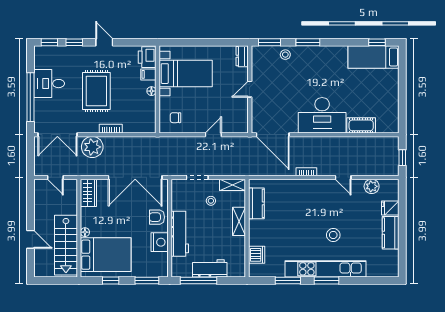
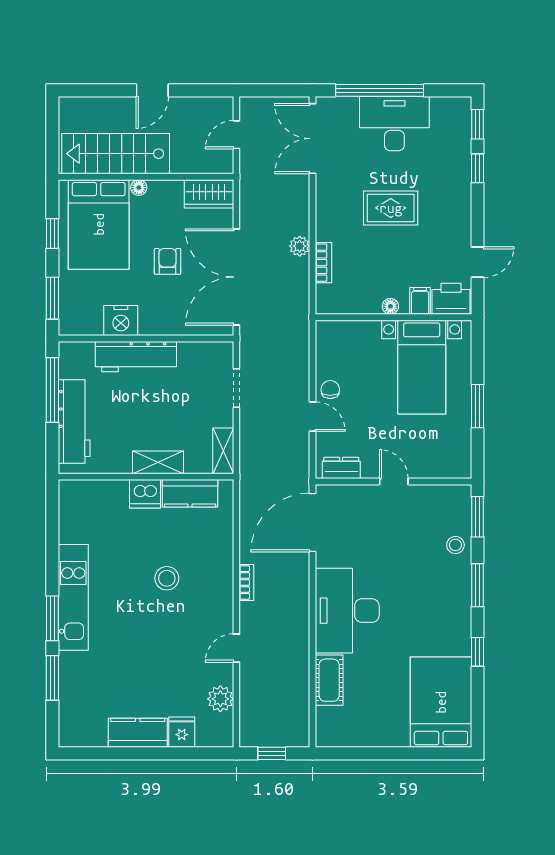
door: (104, 42) -> (477, 262), moved
window: (207, 42) -> (477, 406), added
window: (377, 42) -> (477, 652), moved
dresser: (242, 56) -> (341, 468), moved
bed: (373, 57) -> (441, 702), width x1.50
desk: (49, 84) -> (394, 124), width x1.37
rug: (96, 91) -> (391, 208), width x0.73, depth x0.70
chair: (175, 118) -> (330, 390), moved
bookcase: (111, 129) -> (323, 263), moved
plant: (92, 147) -> (300, 246), moved, width x0.53, depth x0.53
stool: (211, 201) -> (195, 412), removed
armchair: (157, 217) -> (167, 261), moved
stool: (333, 235) -> (167, 578), moved
door: (30, 239) -> (152, 90), moved
dishwasher: (257, 255) -> (145, 494), moved
workbench: (210, 268) -> (74, 422), width x1.38
kitchen unit: (325, 269) -> (73, 597), width x0.73
window: (288, 281) -> (52, 678), moved

